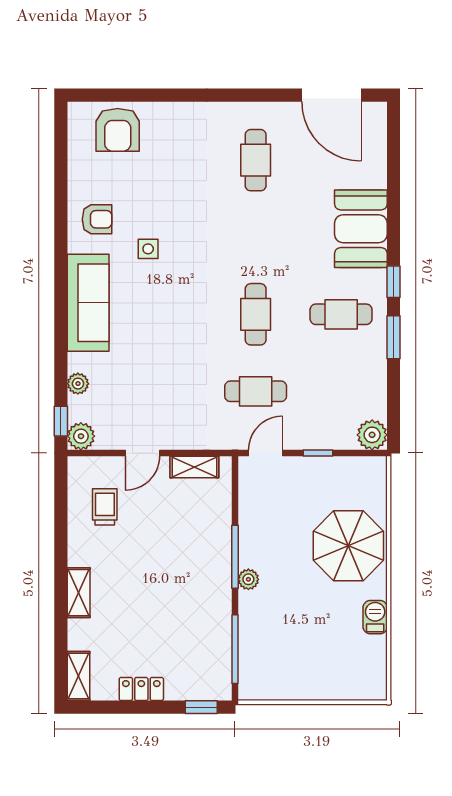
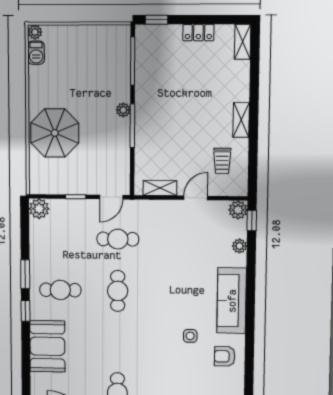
shelving: (79, 593) -> (241, 120), moved
barbecue: (375, 617) -> (36, 53), moved
plant: (377, 690) -> (35, 32), added

